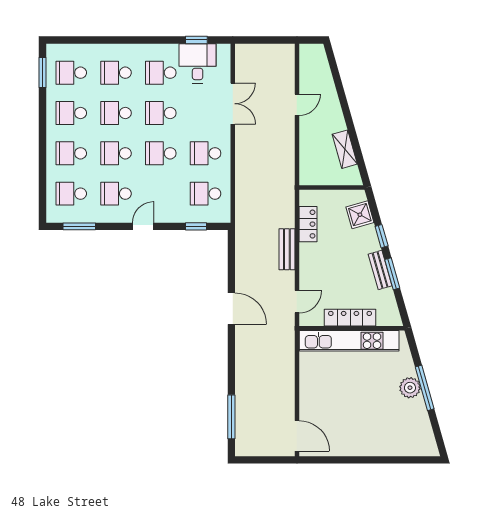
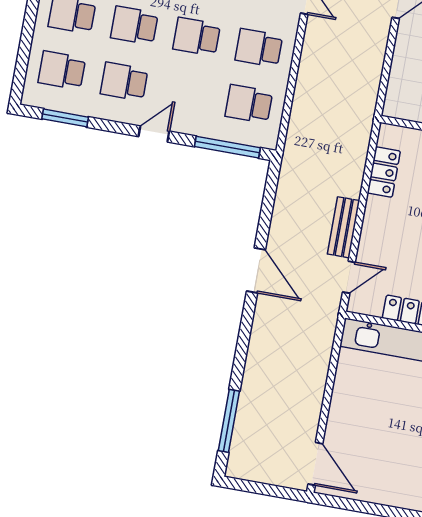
window: (196, 226) -> (227, 147), width x2.17
bench: (287, 249) -> (343, 227), moved

